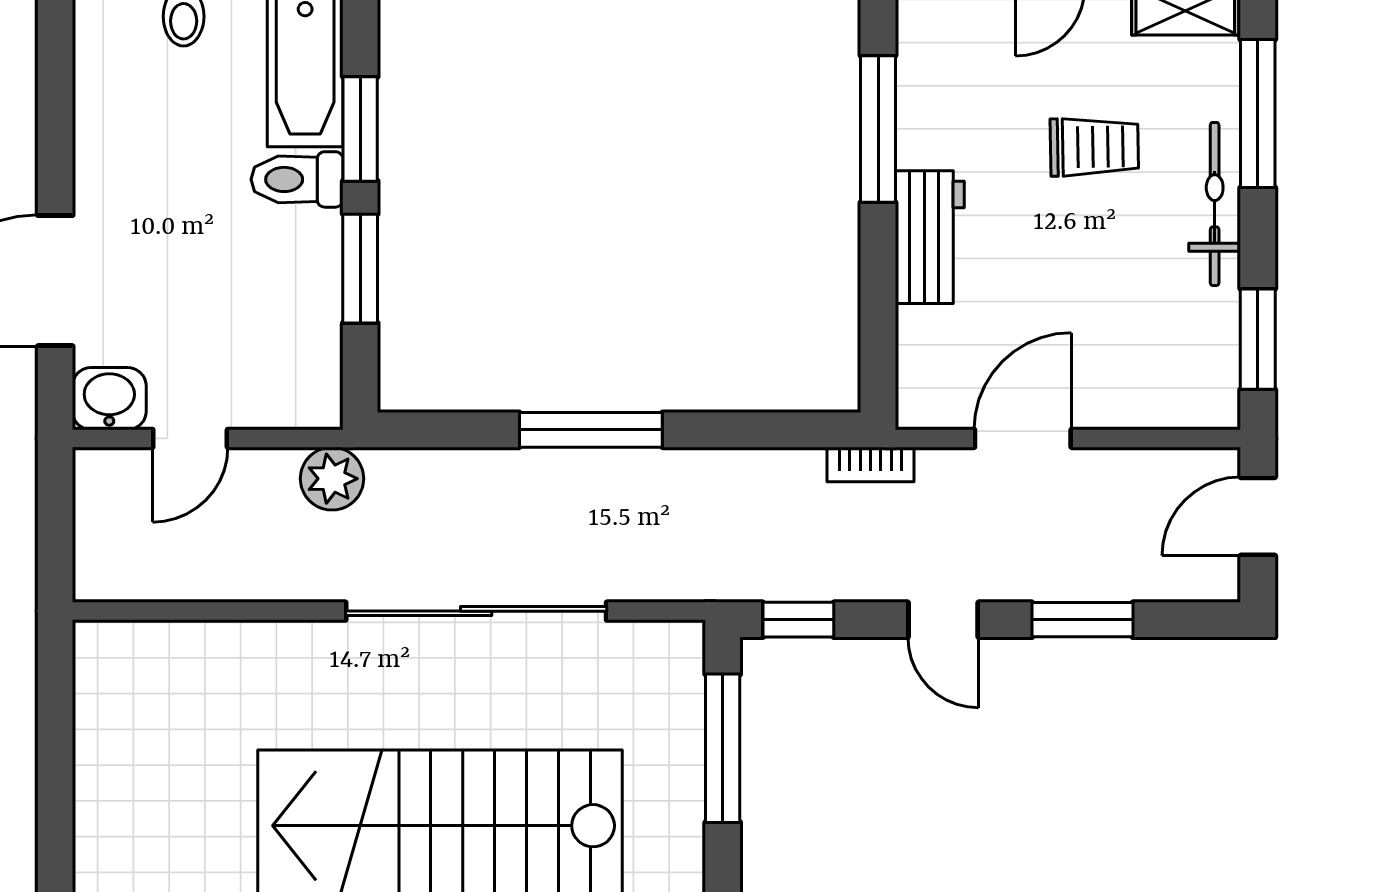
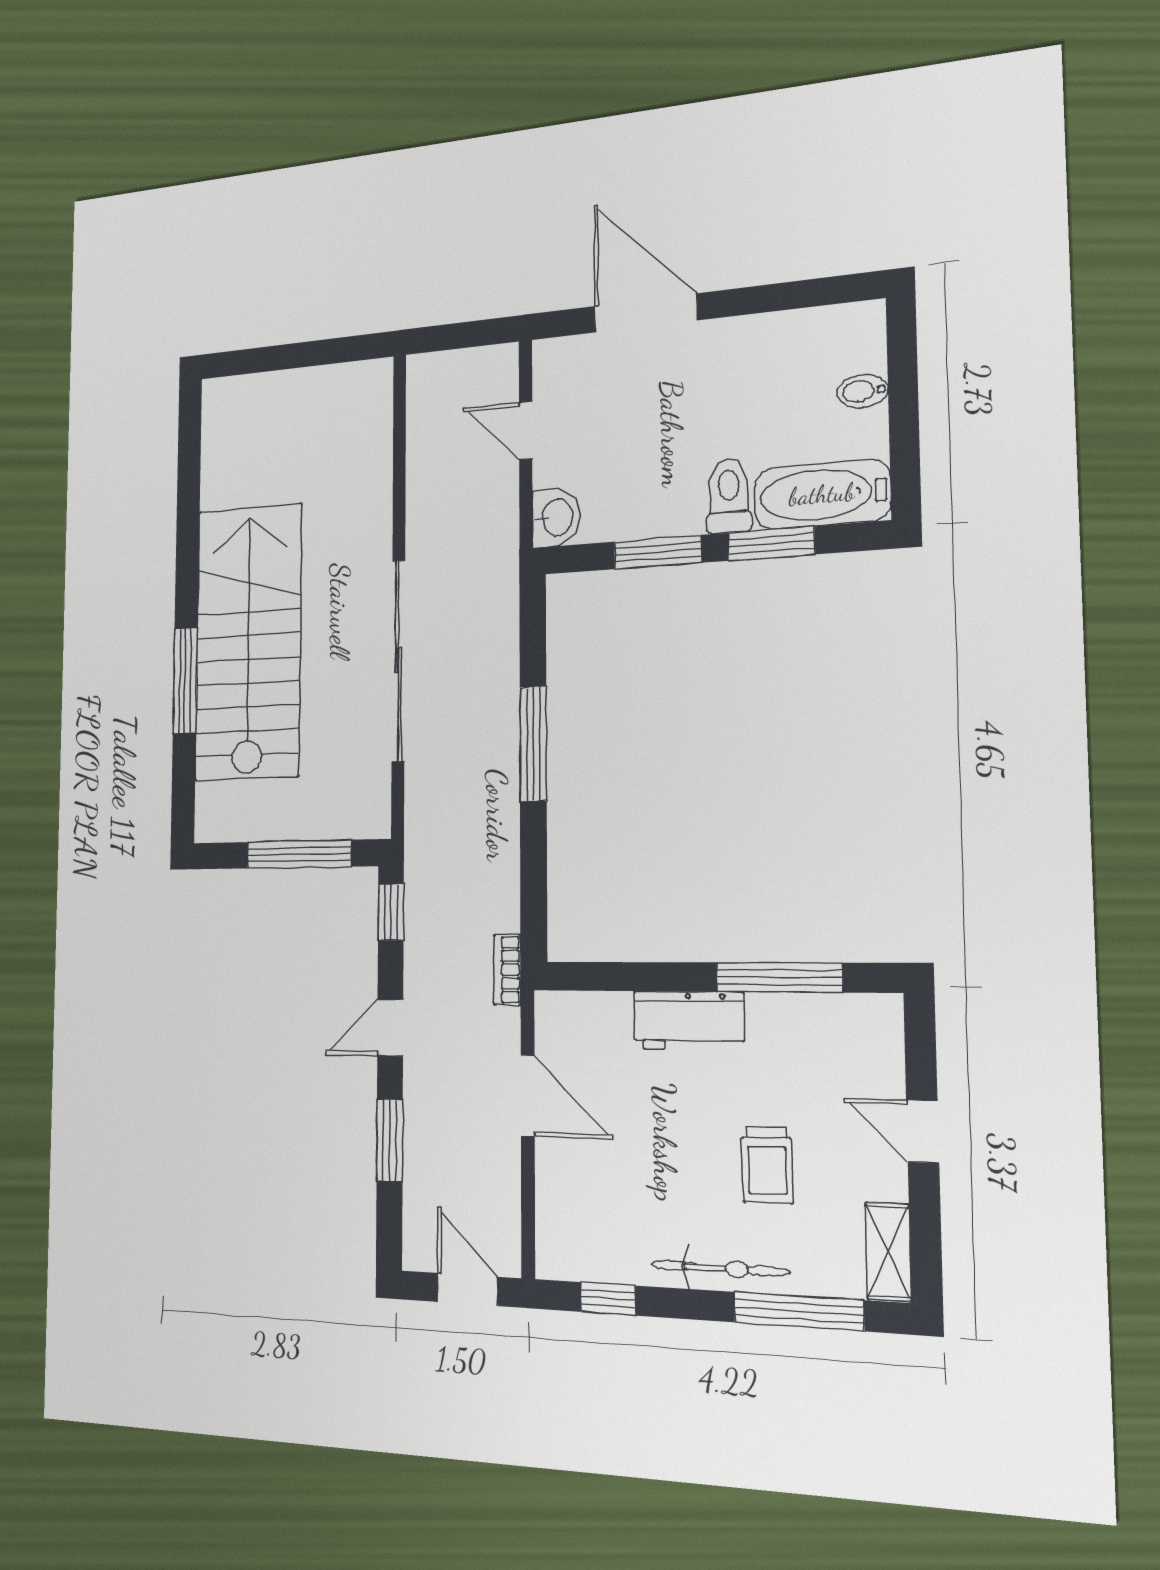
window: (1258, 339) -> (608, 1299), width x0.67
washbasin: (109, 399) -> (556, 517), moved
plant: (332, 479) -> (496, 543), removed

